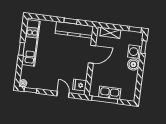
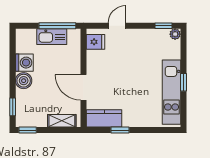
kitchen counter: (74, 30) -> (104, 118), width x0.67
washing machine: (135, 52) -> (24, 63), moved
door: (92, 54) -> (84, 87), hinge flipped
door: (63, 94) -> (117, 26), swing flipped

